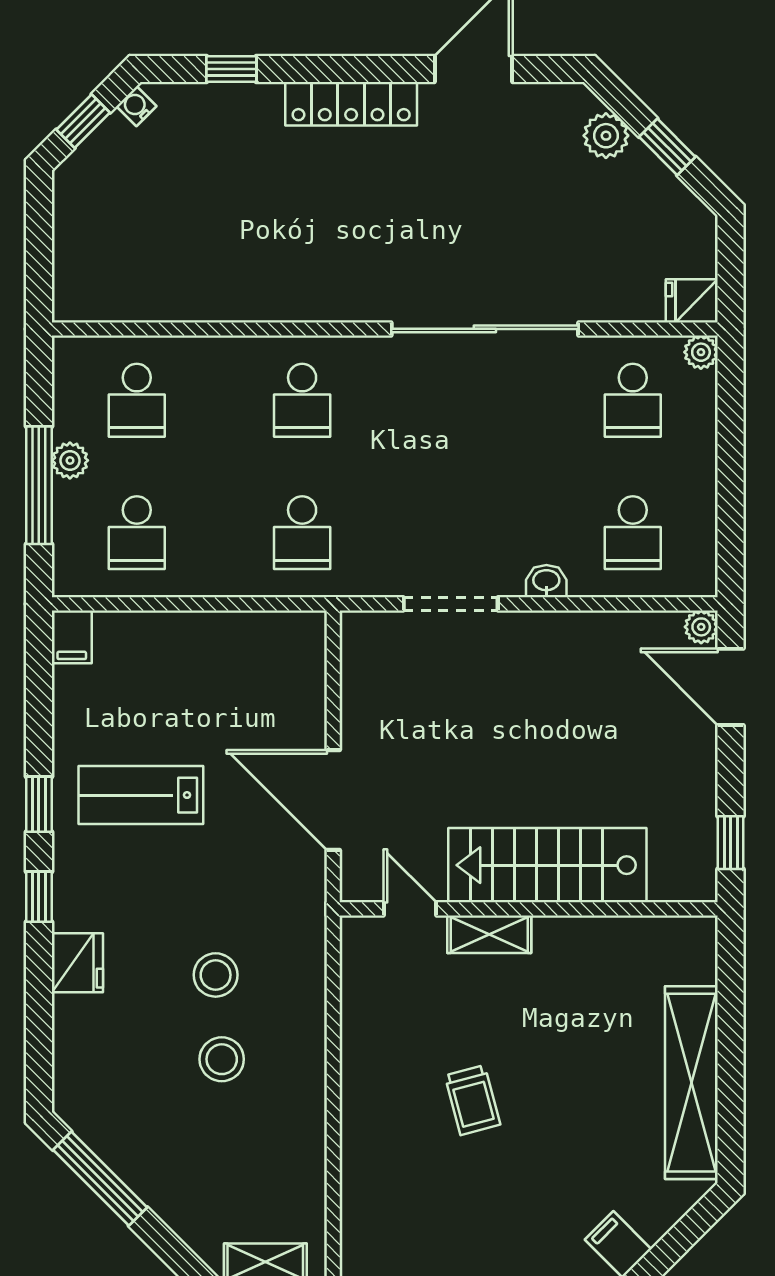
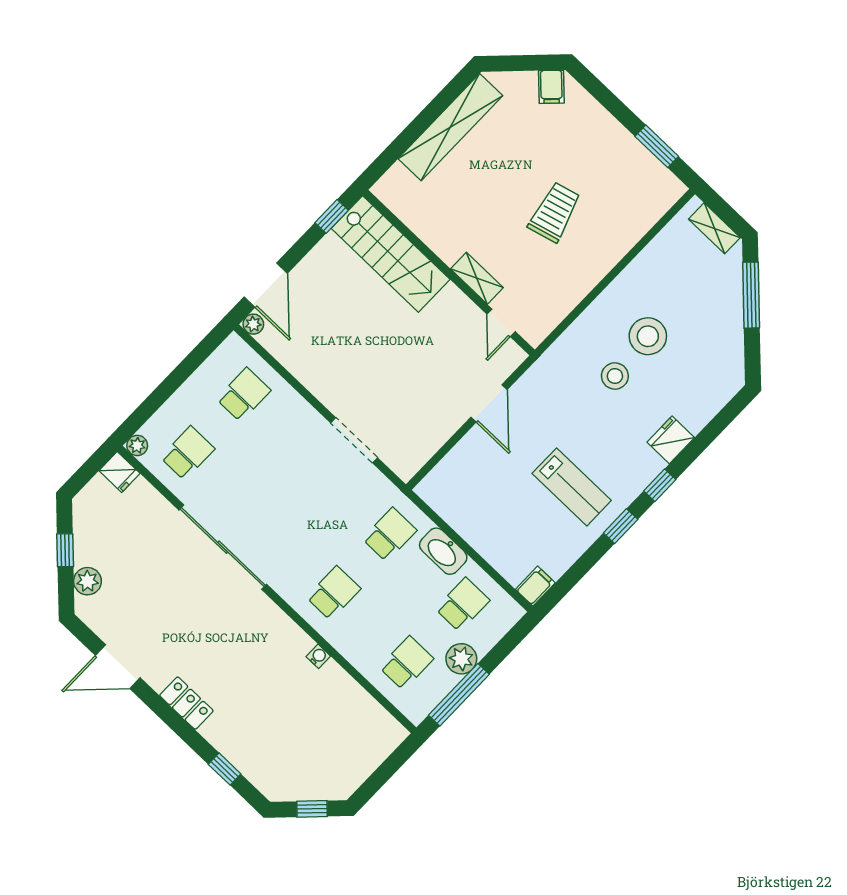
locker: (351, 104) -> (186, 703), width x0.66
water cooler: (136, 106) -> (318, 656), moved, turned -135
plant: (70, 460) -> (461, 659), width x1.38, depth x1.38
window: (39, 485) -> (459, 695), moved
washbasin: (546, 581) -> (443, 551), moved, width x1.91, depth x1.45
door: (333, 800) -> (489, 403), width x0.73
stairs: (547, 865) -> (391, 254), moved
stool: (222, 1059) -> (648, 336), width x1.38, depth x1.38
trolley: (472, 1100) -> (554, 212), width x1.36, depth x1.39
window: (100, 1179) -> (751, 295), moved

